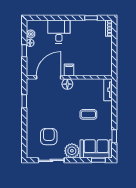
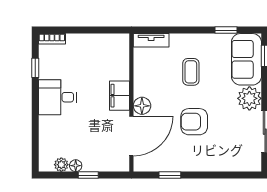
desk: (59, 32) -> (58, 97), moved
filing cabinet: (69, 70) -> (119, 96), width x2.00
door: (49, 77) -> (131, 136), swing flipped
armchair: (49, 137) -> (194, 122), moved

